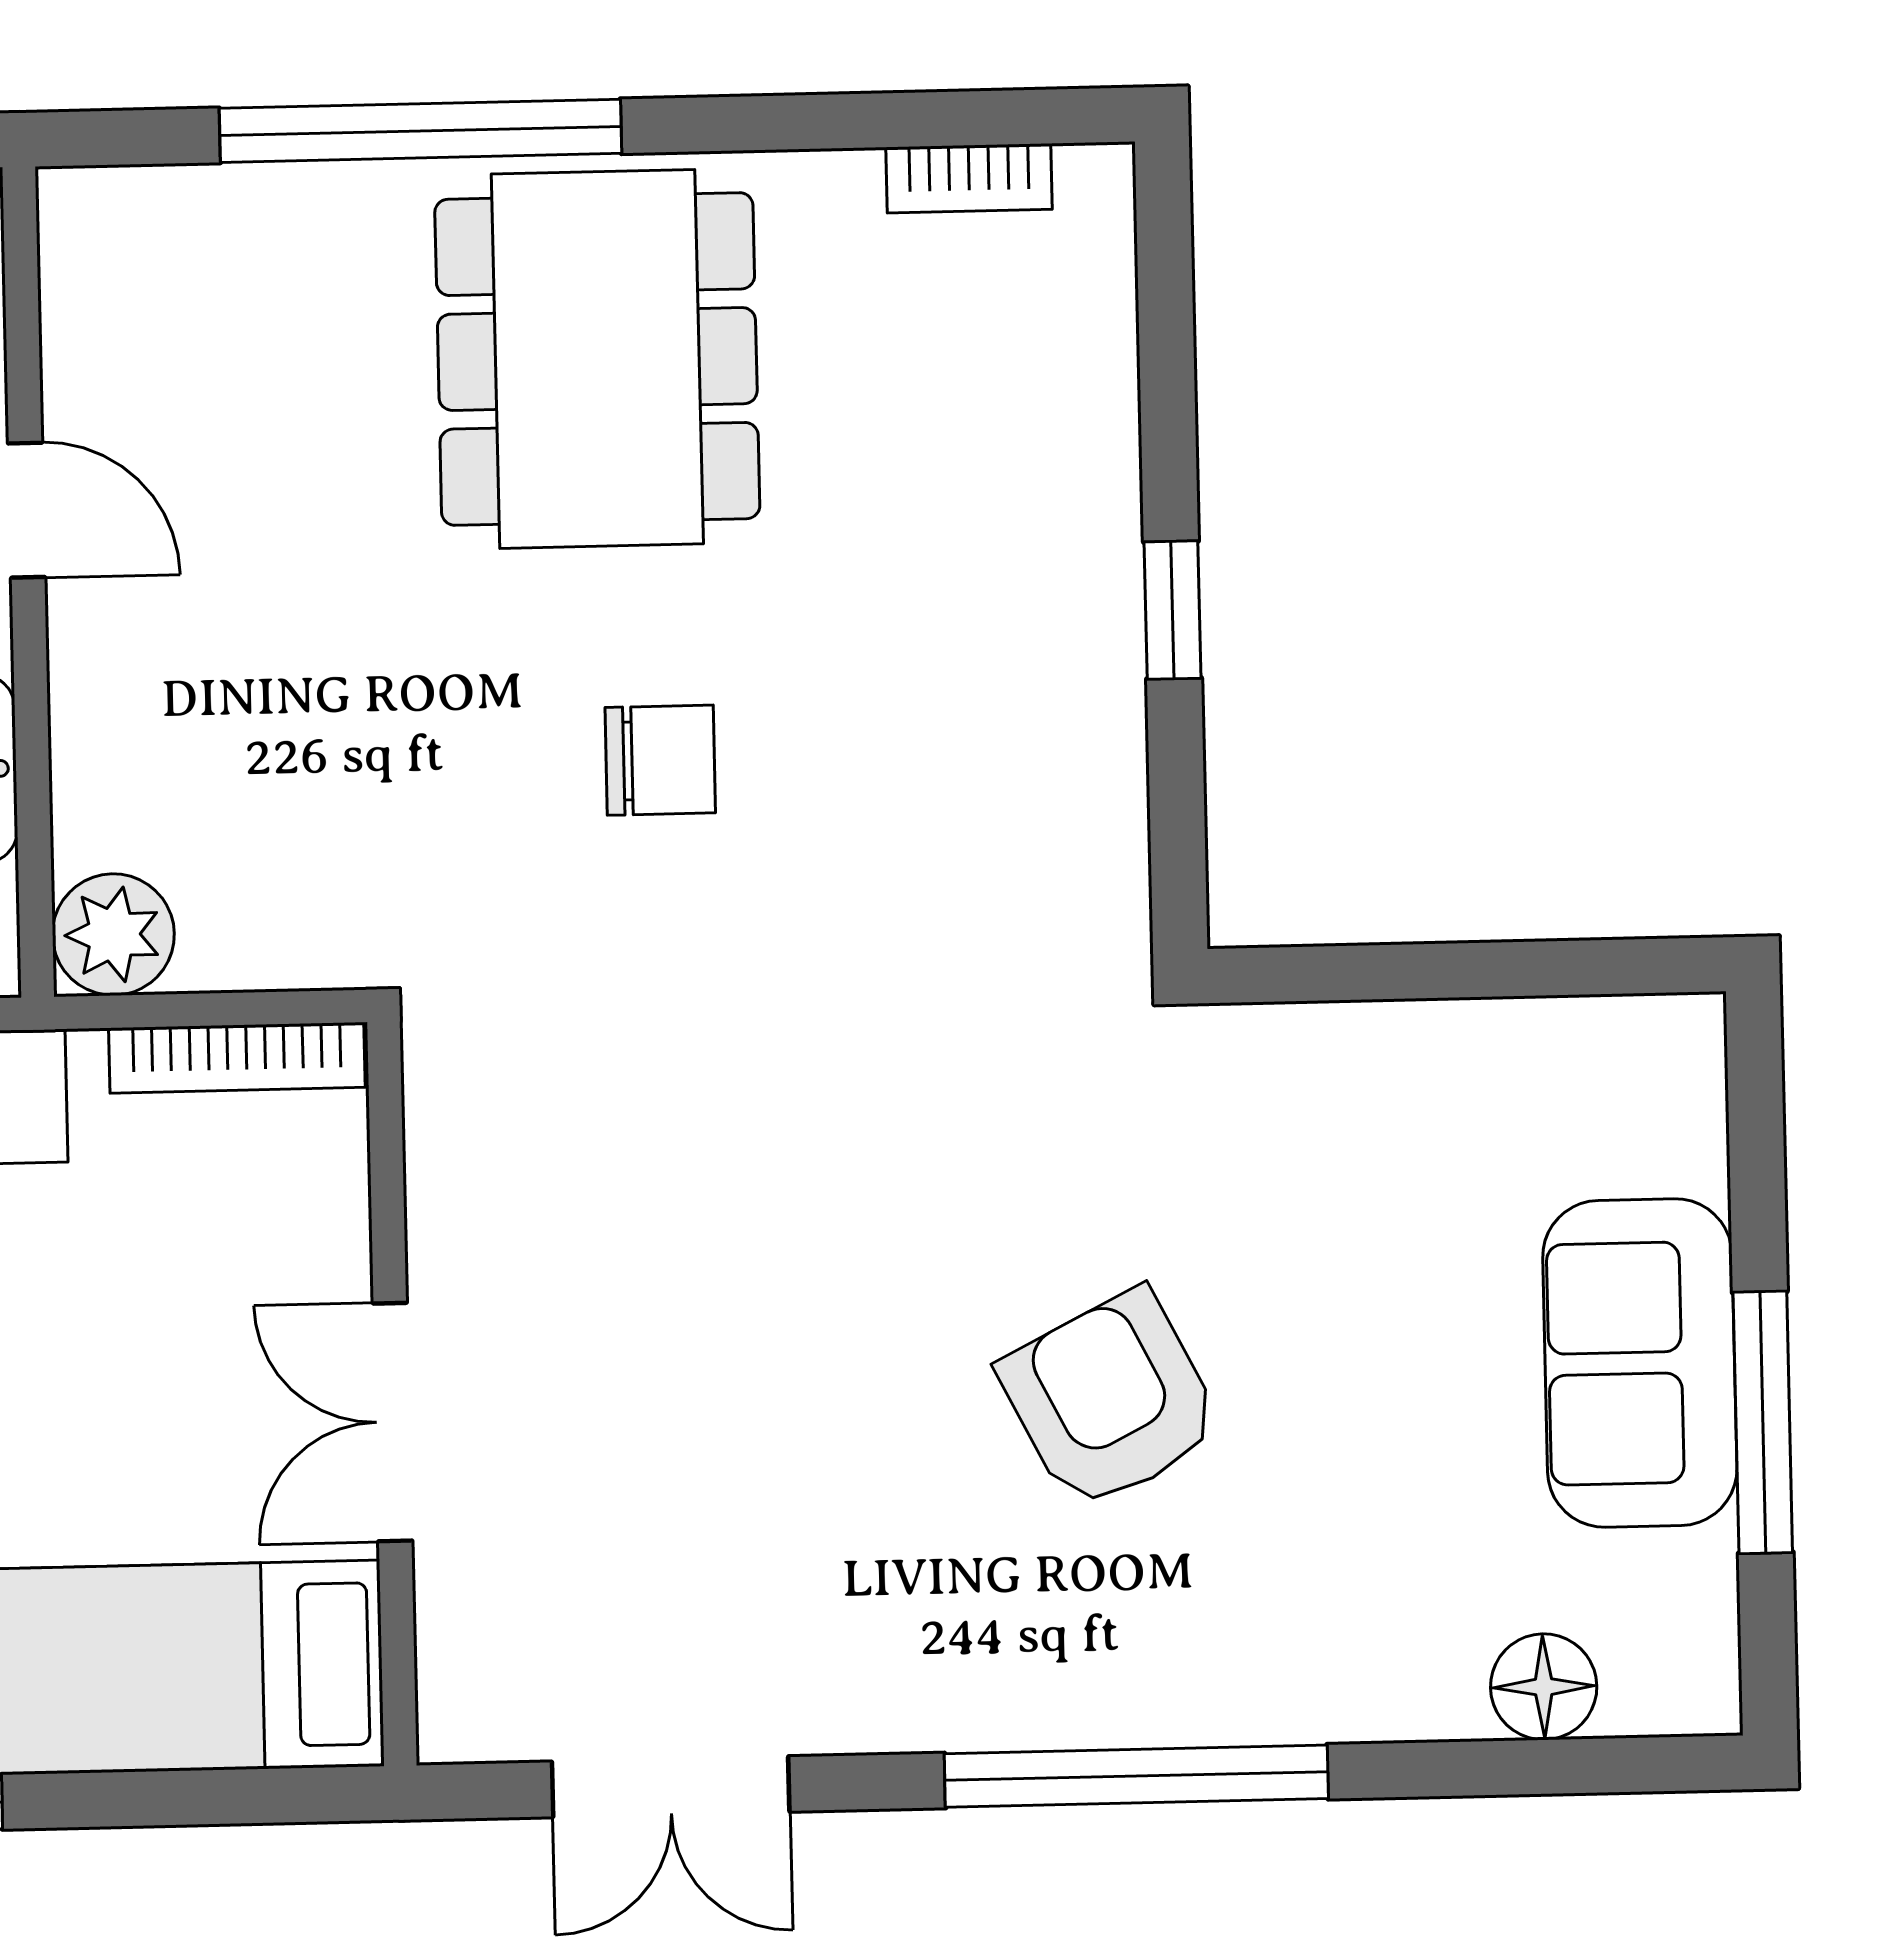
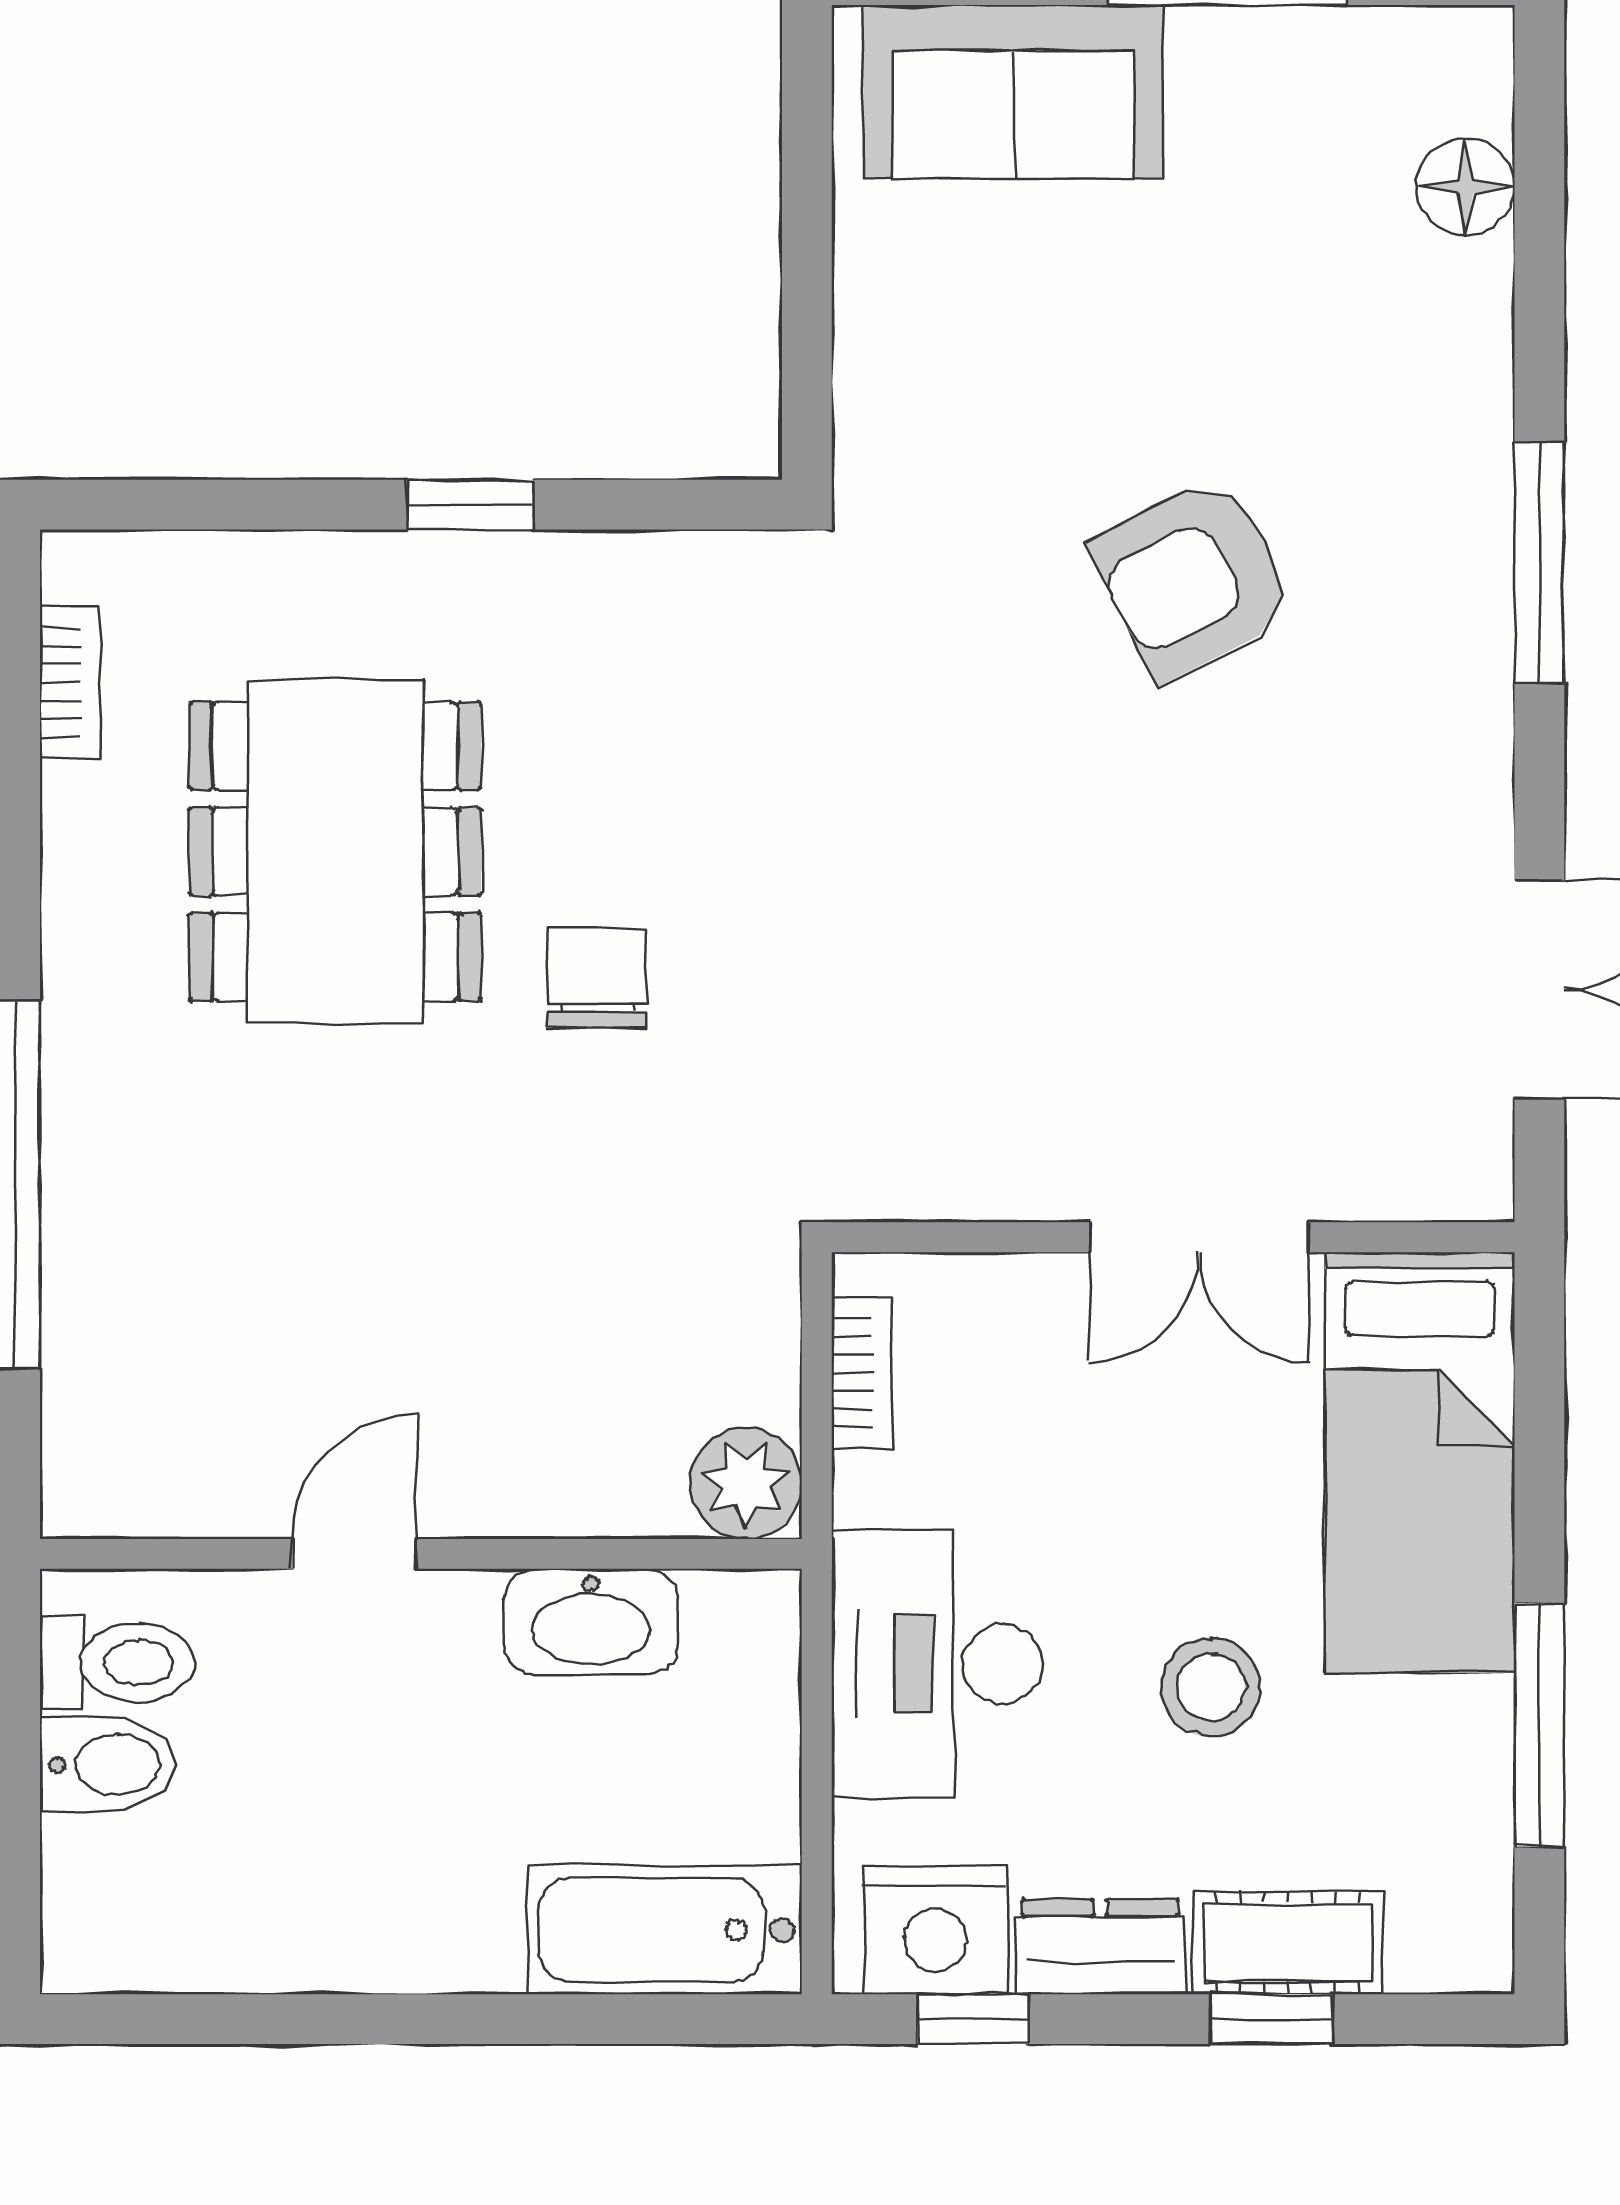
dining table: (597, 359) -> (335, 852), moved, turned 90
bookcase: (237, 1058) -> (862, 1372), width x0.64
sofa: (1640, 1363) -> (1013, 92), moved
window: (1136, 1776) -> (1539, 562), width x0.68

